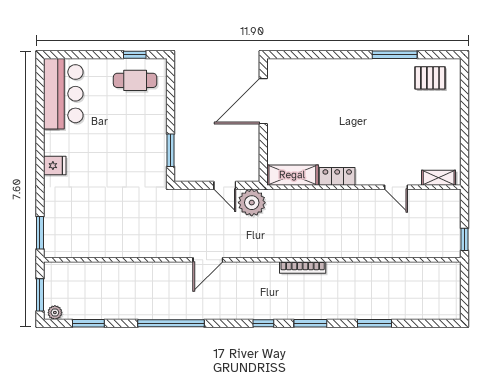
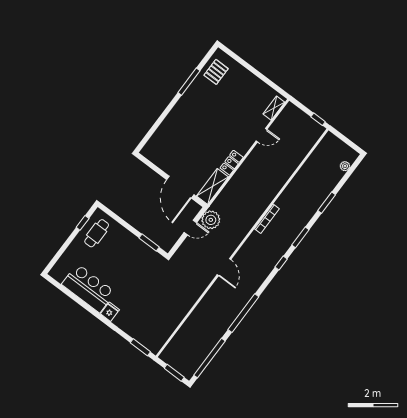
bar counter: (63, 94) -> (88, 288), moved
door: (263, 101) -> (180, 187), moved
plant: (55, 313) -> (345, 166), moved
window: (88, 323) -> (210, 358), width x2.11

